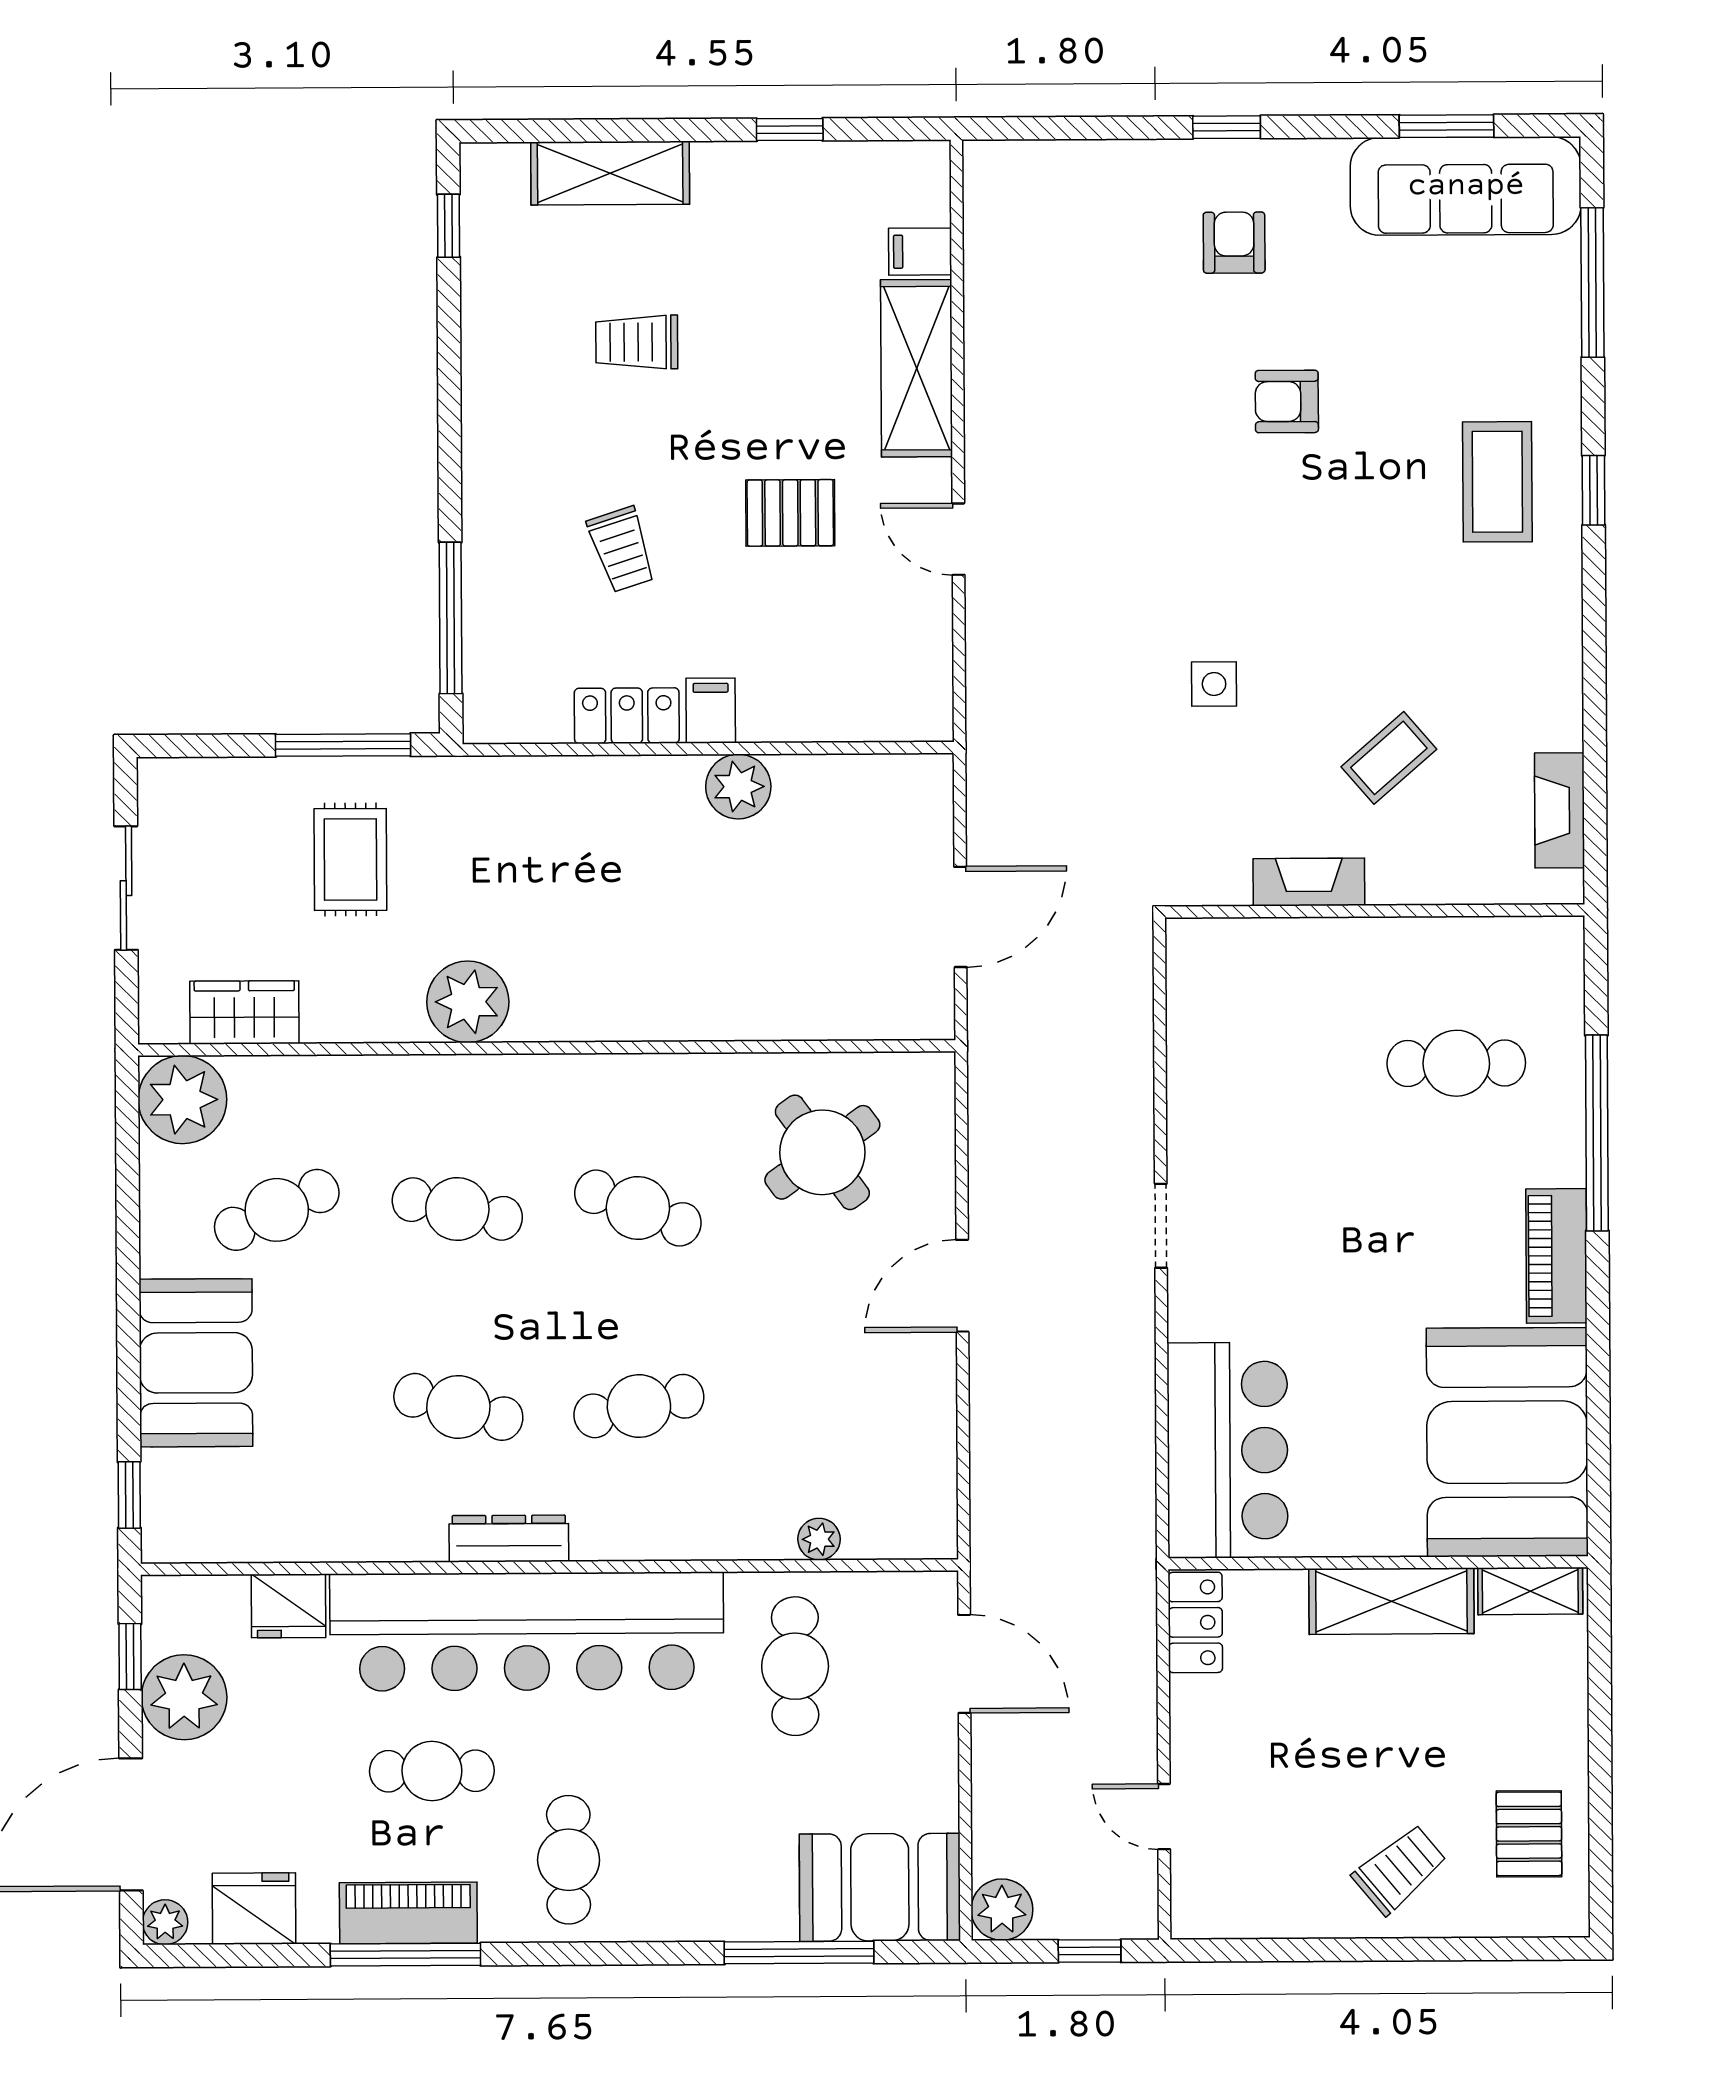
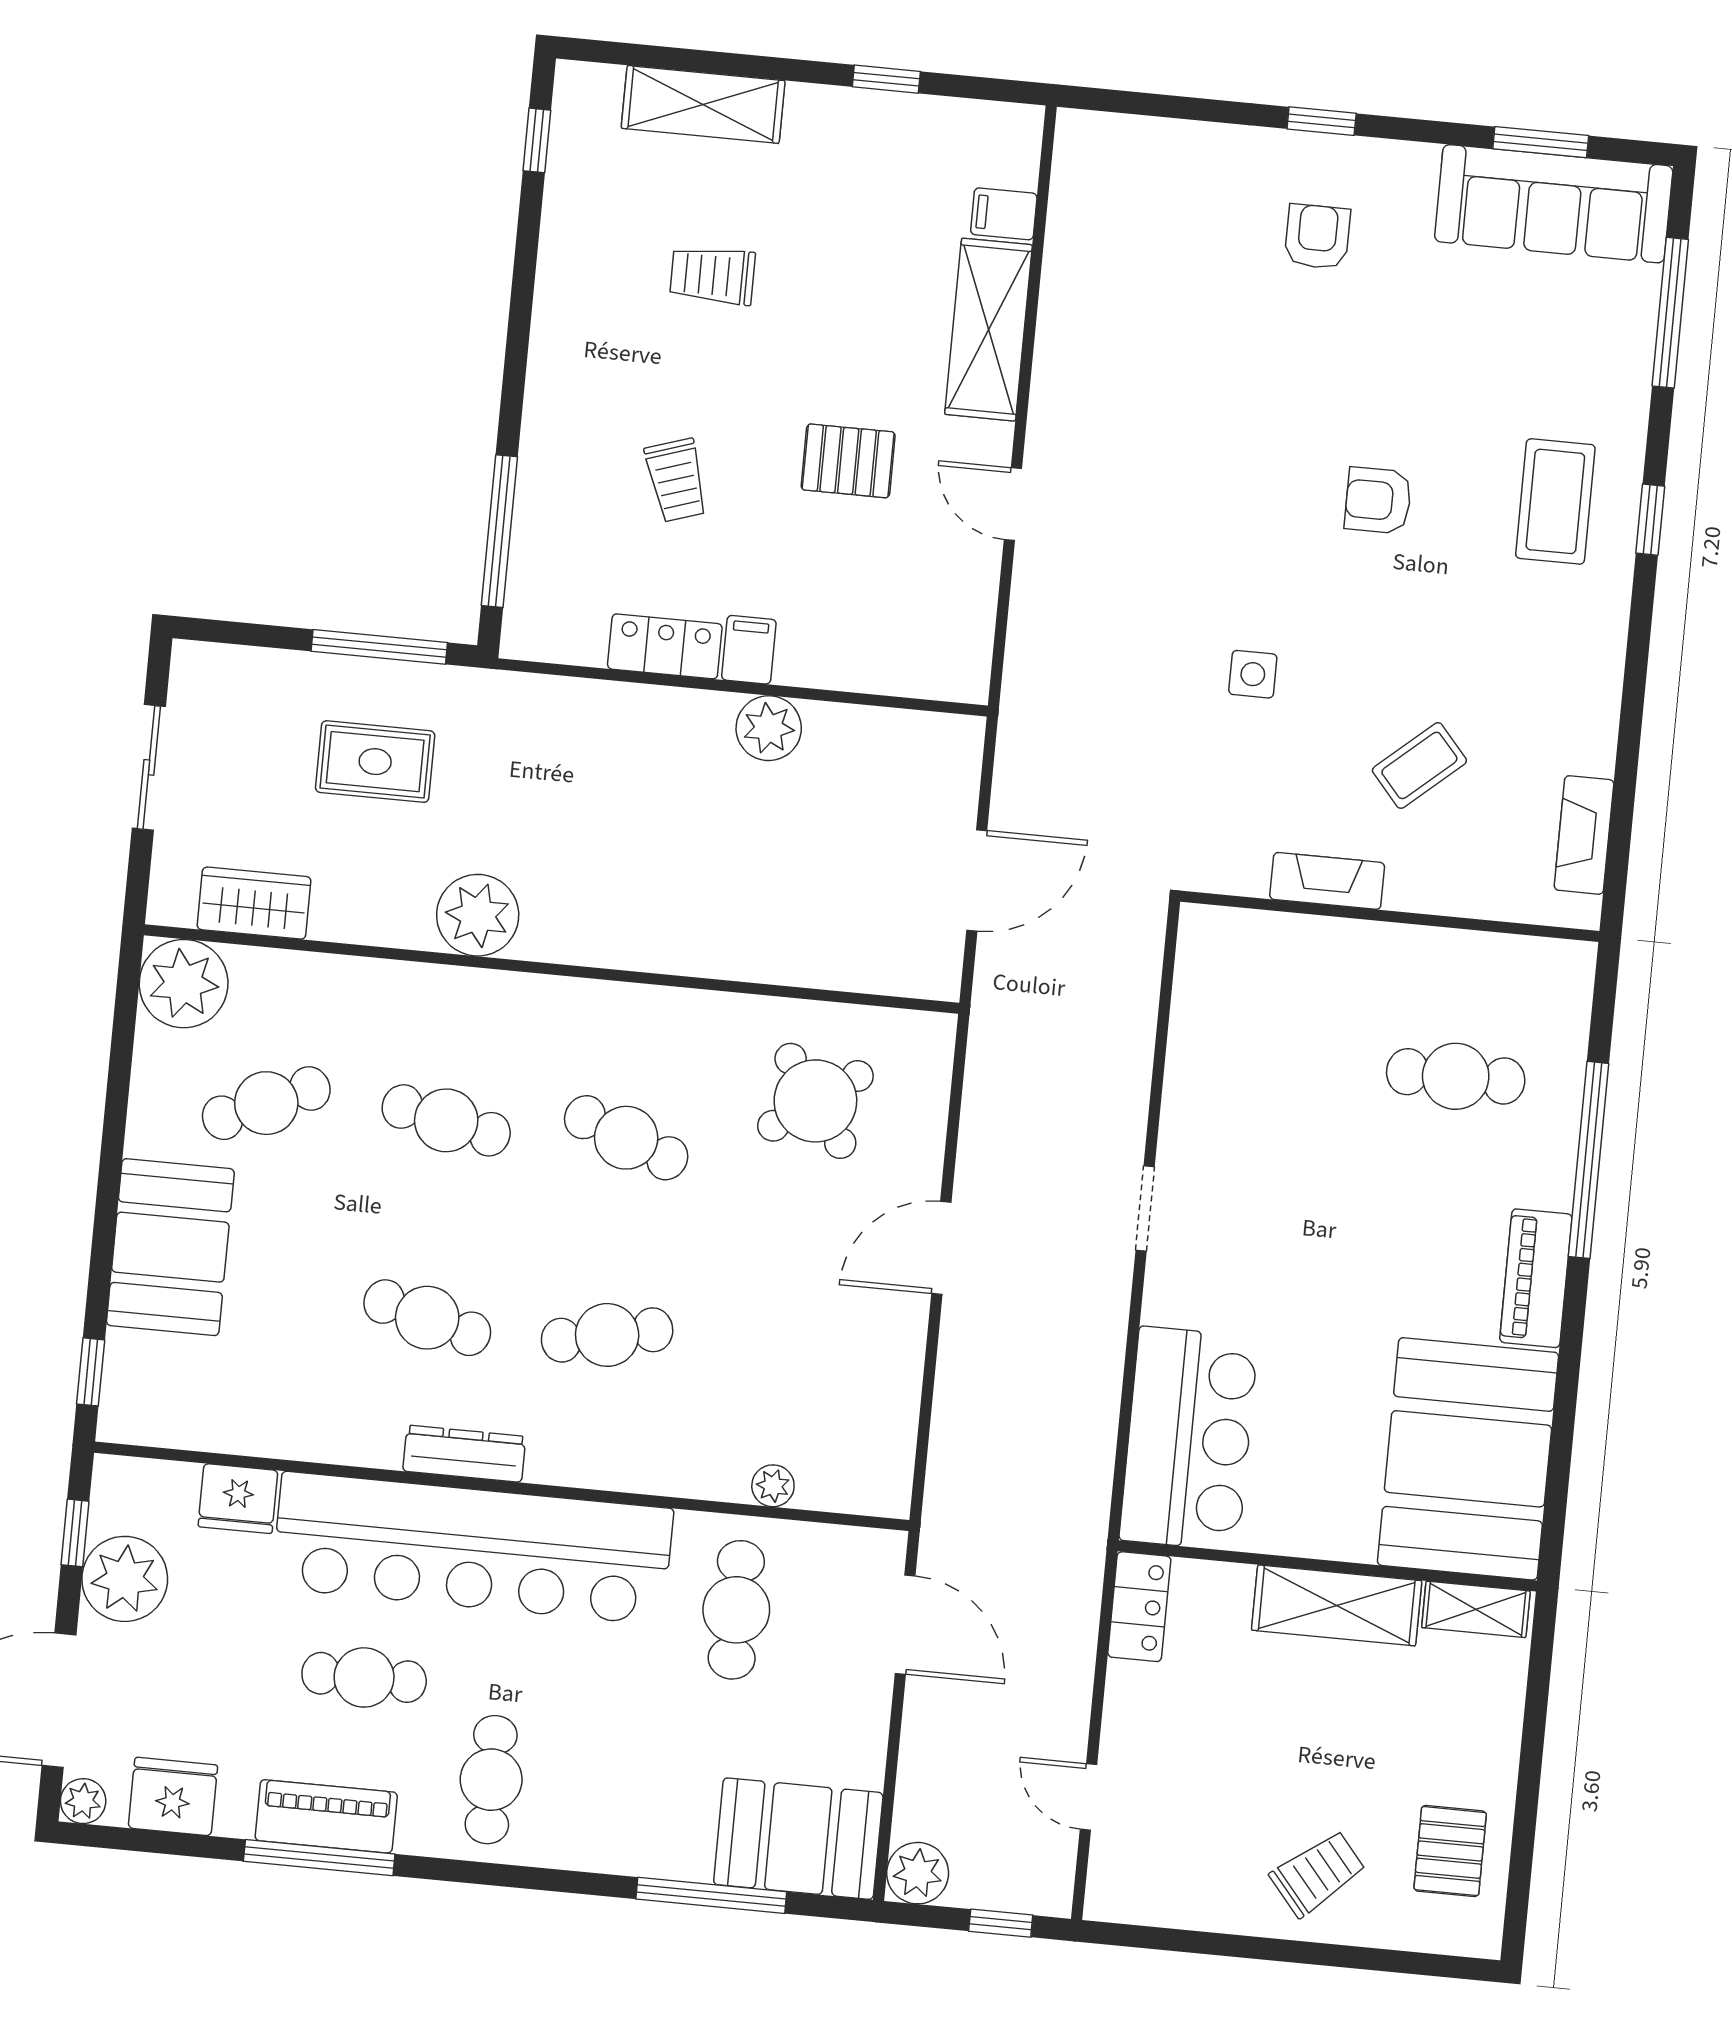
armchair: (1287, 401) -> (1378, 500), moved
rug: (350, 859) -> (375, 762), turned 90

